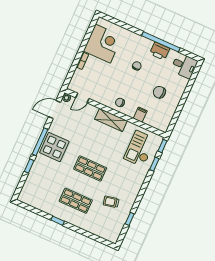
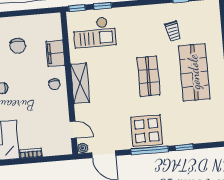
filing cabinet: (140, 115) -> (55, 53), width x2.00
shop shelf: (76, 201) -> (194, 72), width x1.43, depth x1.36

